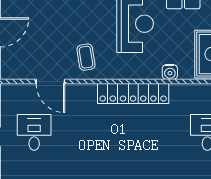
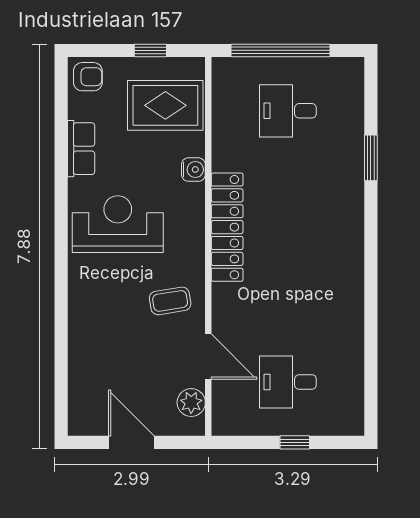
plant: (21, 71) -> (191, 403), added
door: (50, 82) -> (208, 357), hinge flipped

